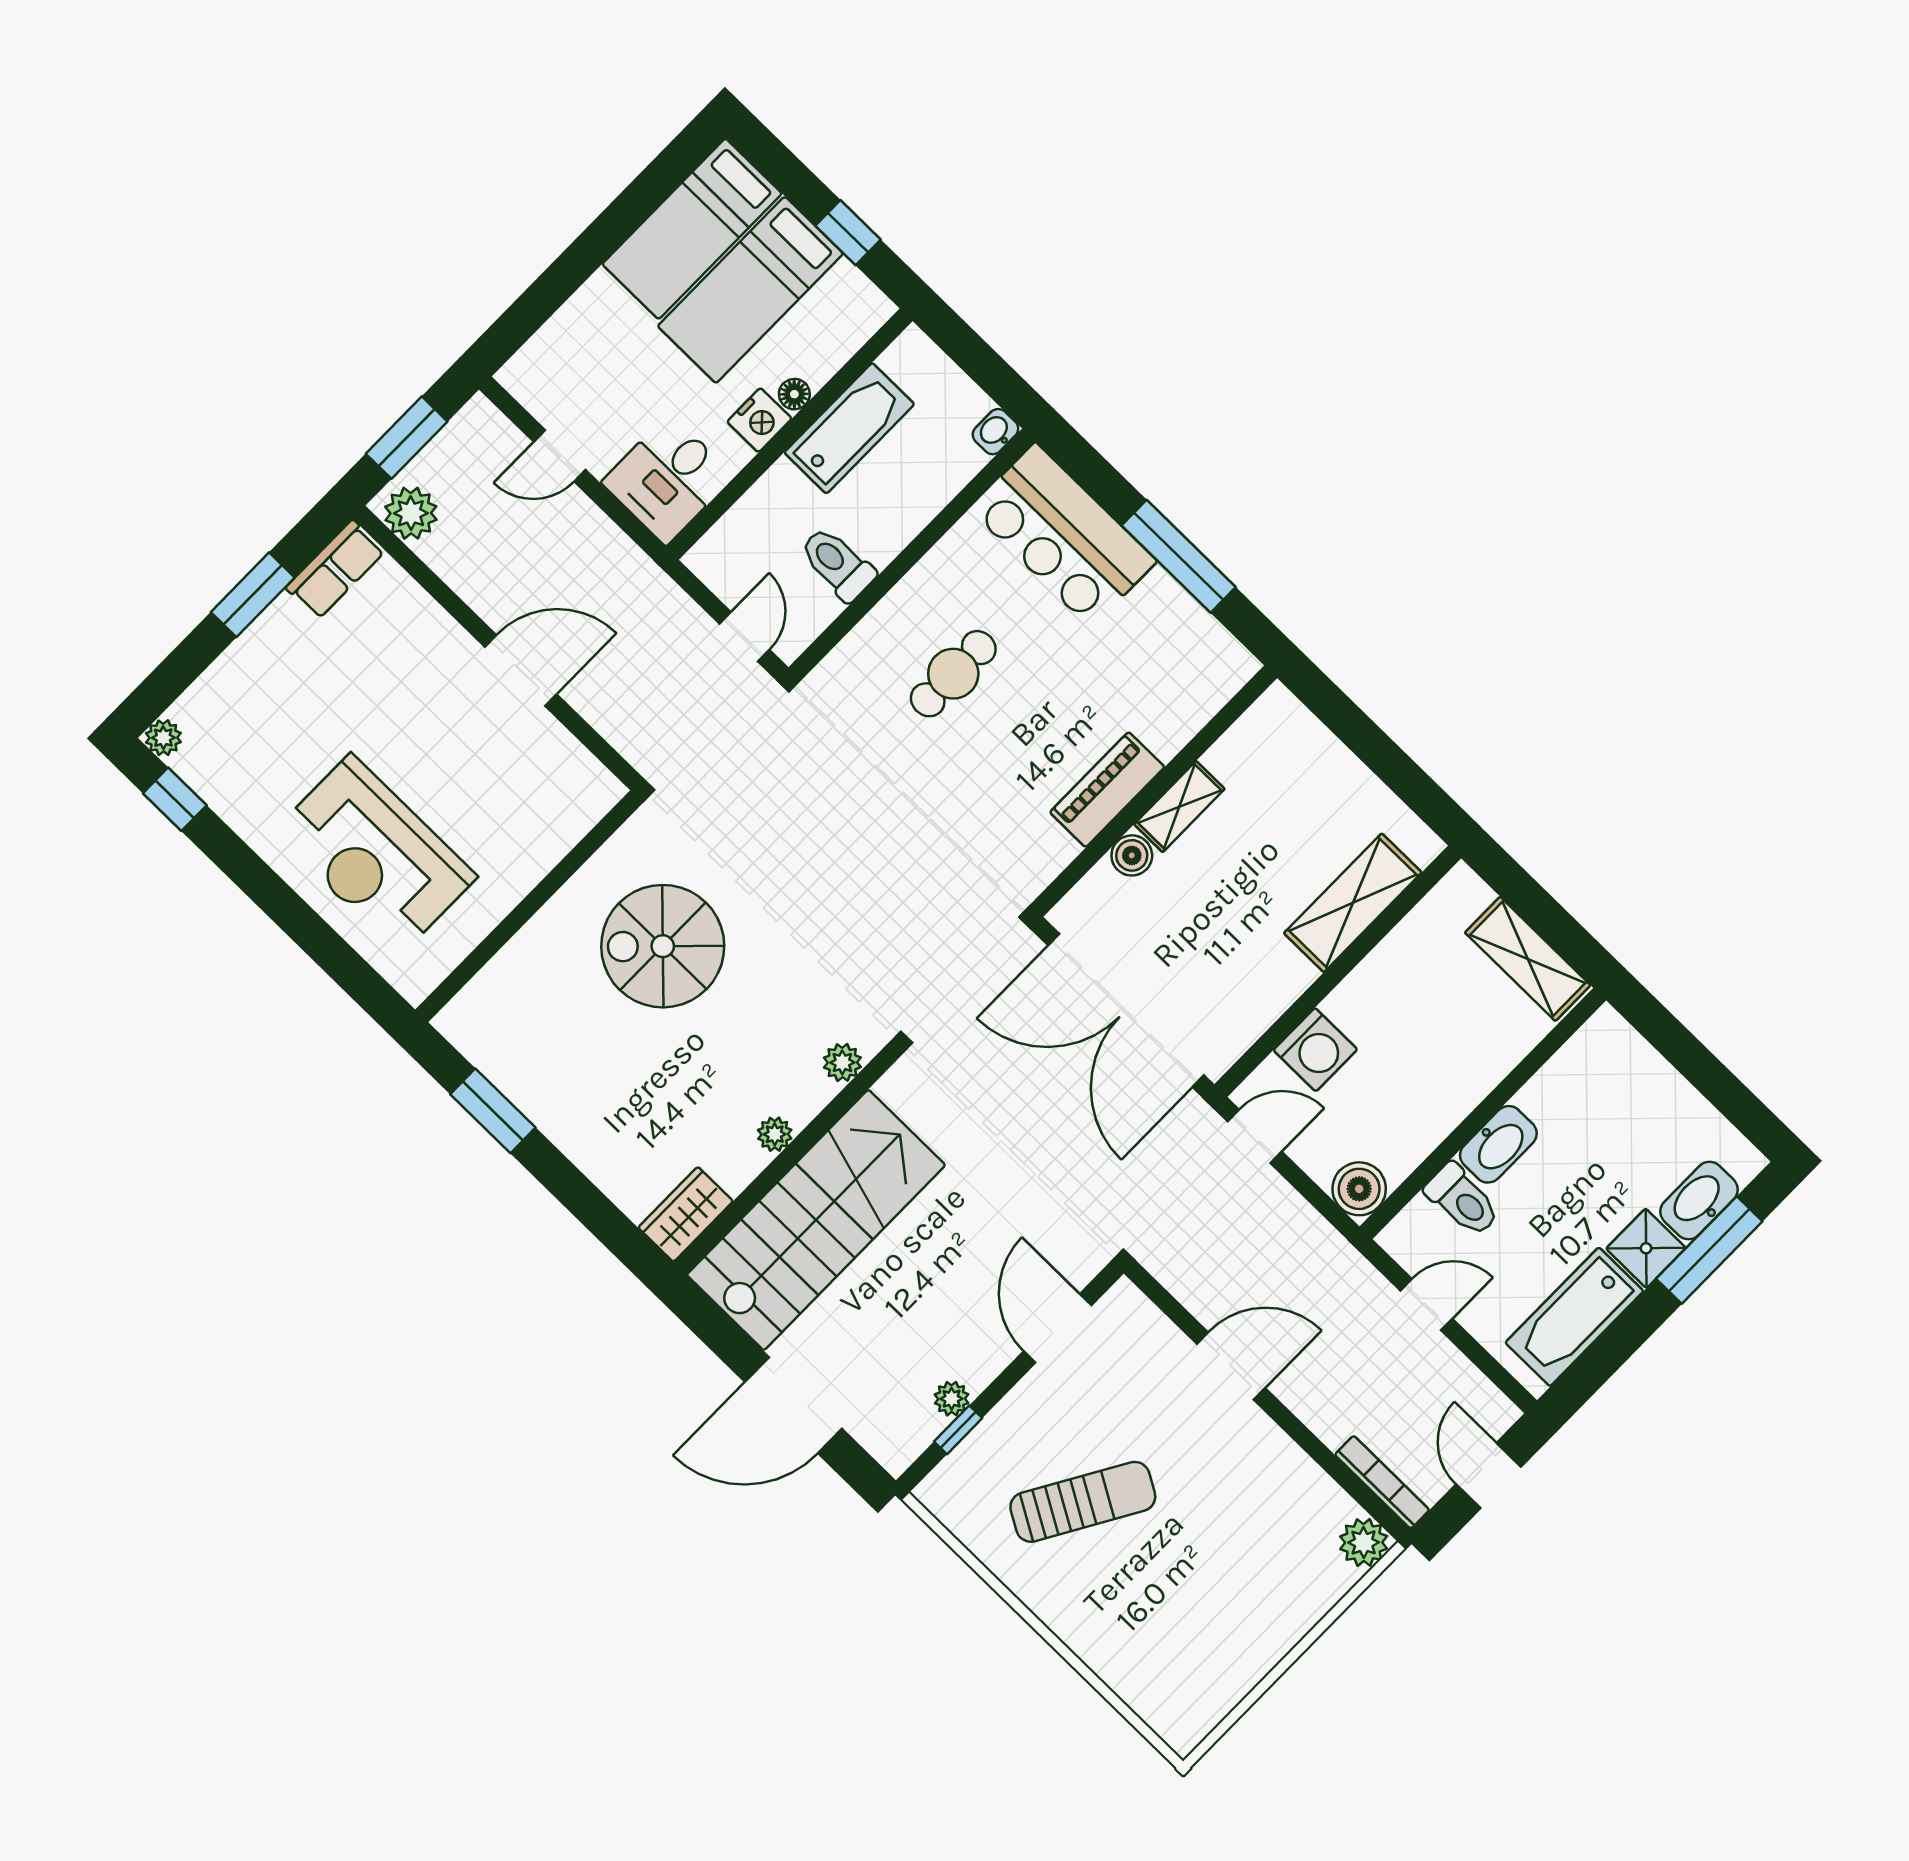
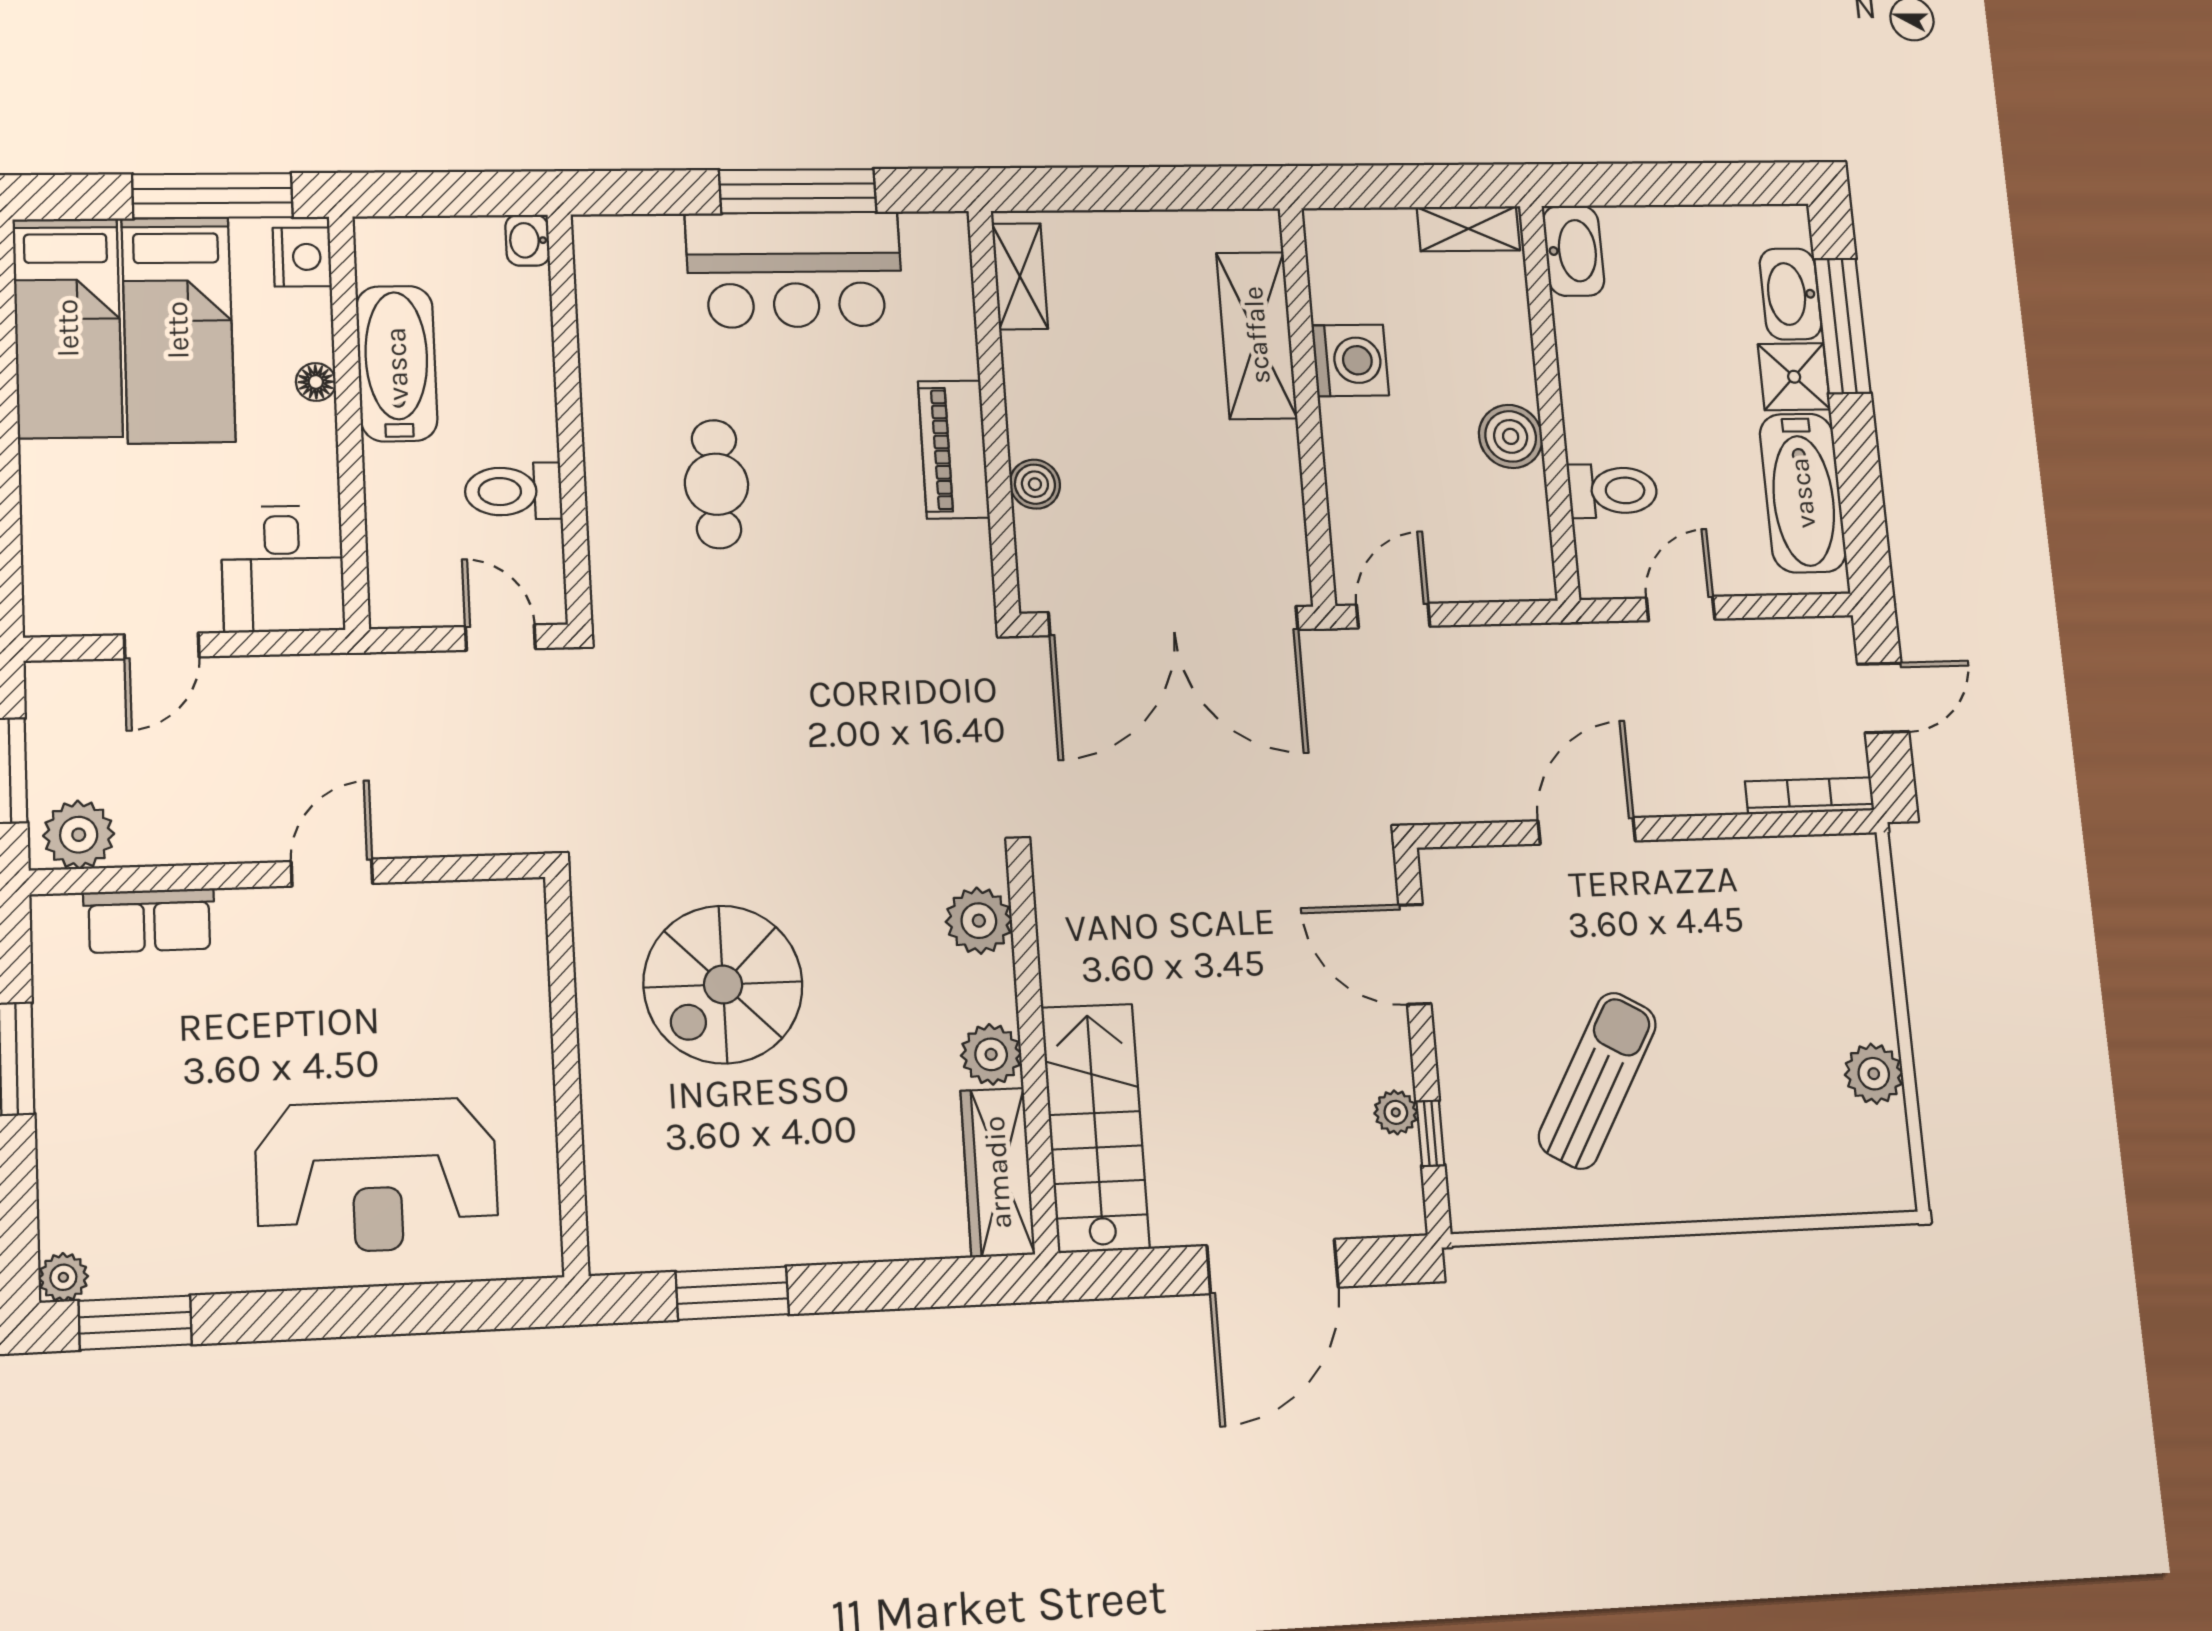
window: (848, 233) -> (213, 196), width x2.17
nightstand: (759, 420) -> (302, 257), moved
bar counter: (1063, 535) -> (794, 270), moved
row of seats: (335, 569) -> (149, 921), moved, turned 90
door: (521, 670) -> (332, 872), width x0.73
window: (175, 799) -> (135, 1323), width x1.50
shelving: (1179, 807) -> (1020, 276), moved
shelving: (1528, 959) -> (1468, 229), width x0.67, depth x0.75
washing machine: (1315, 1050) -> (1350, 360), moved
plant: (842, 1062) -> (979, 921), width x1.38, depth x1.38
plant: (775, 1134) -> (991, 1054), width x1.38, depth x1.38
washbasin: (1498, 1144) -> (1574, 251), moved
boiler: (1359, 1189) -> (1511, 436), moved
wardrobe: (686, 1214) -> (998, 1172), width x1.50
stairs: (816, 1220) -> (1095, 1128), width x0.73, depth x0.66
door: (1488, 1476) -> (1883, 698), swing flipped
plant: (1364, 1543) -> (1874, 1074), moved

